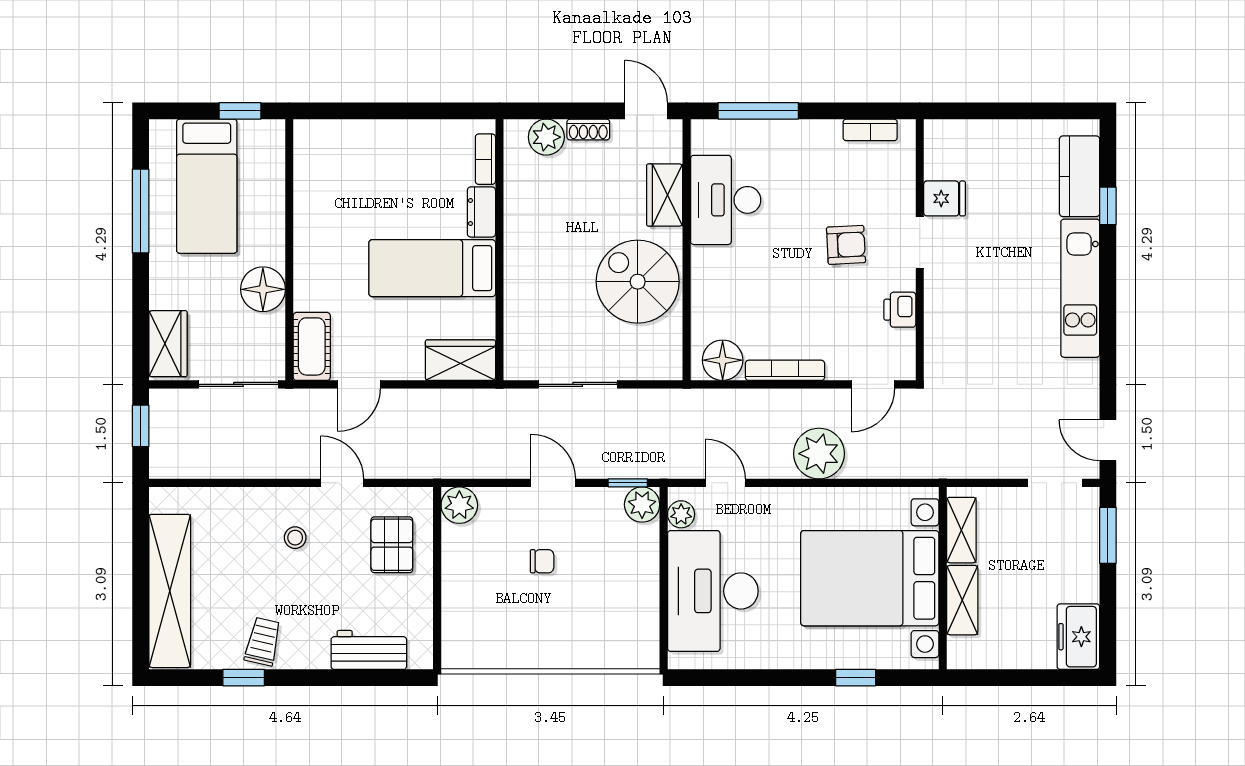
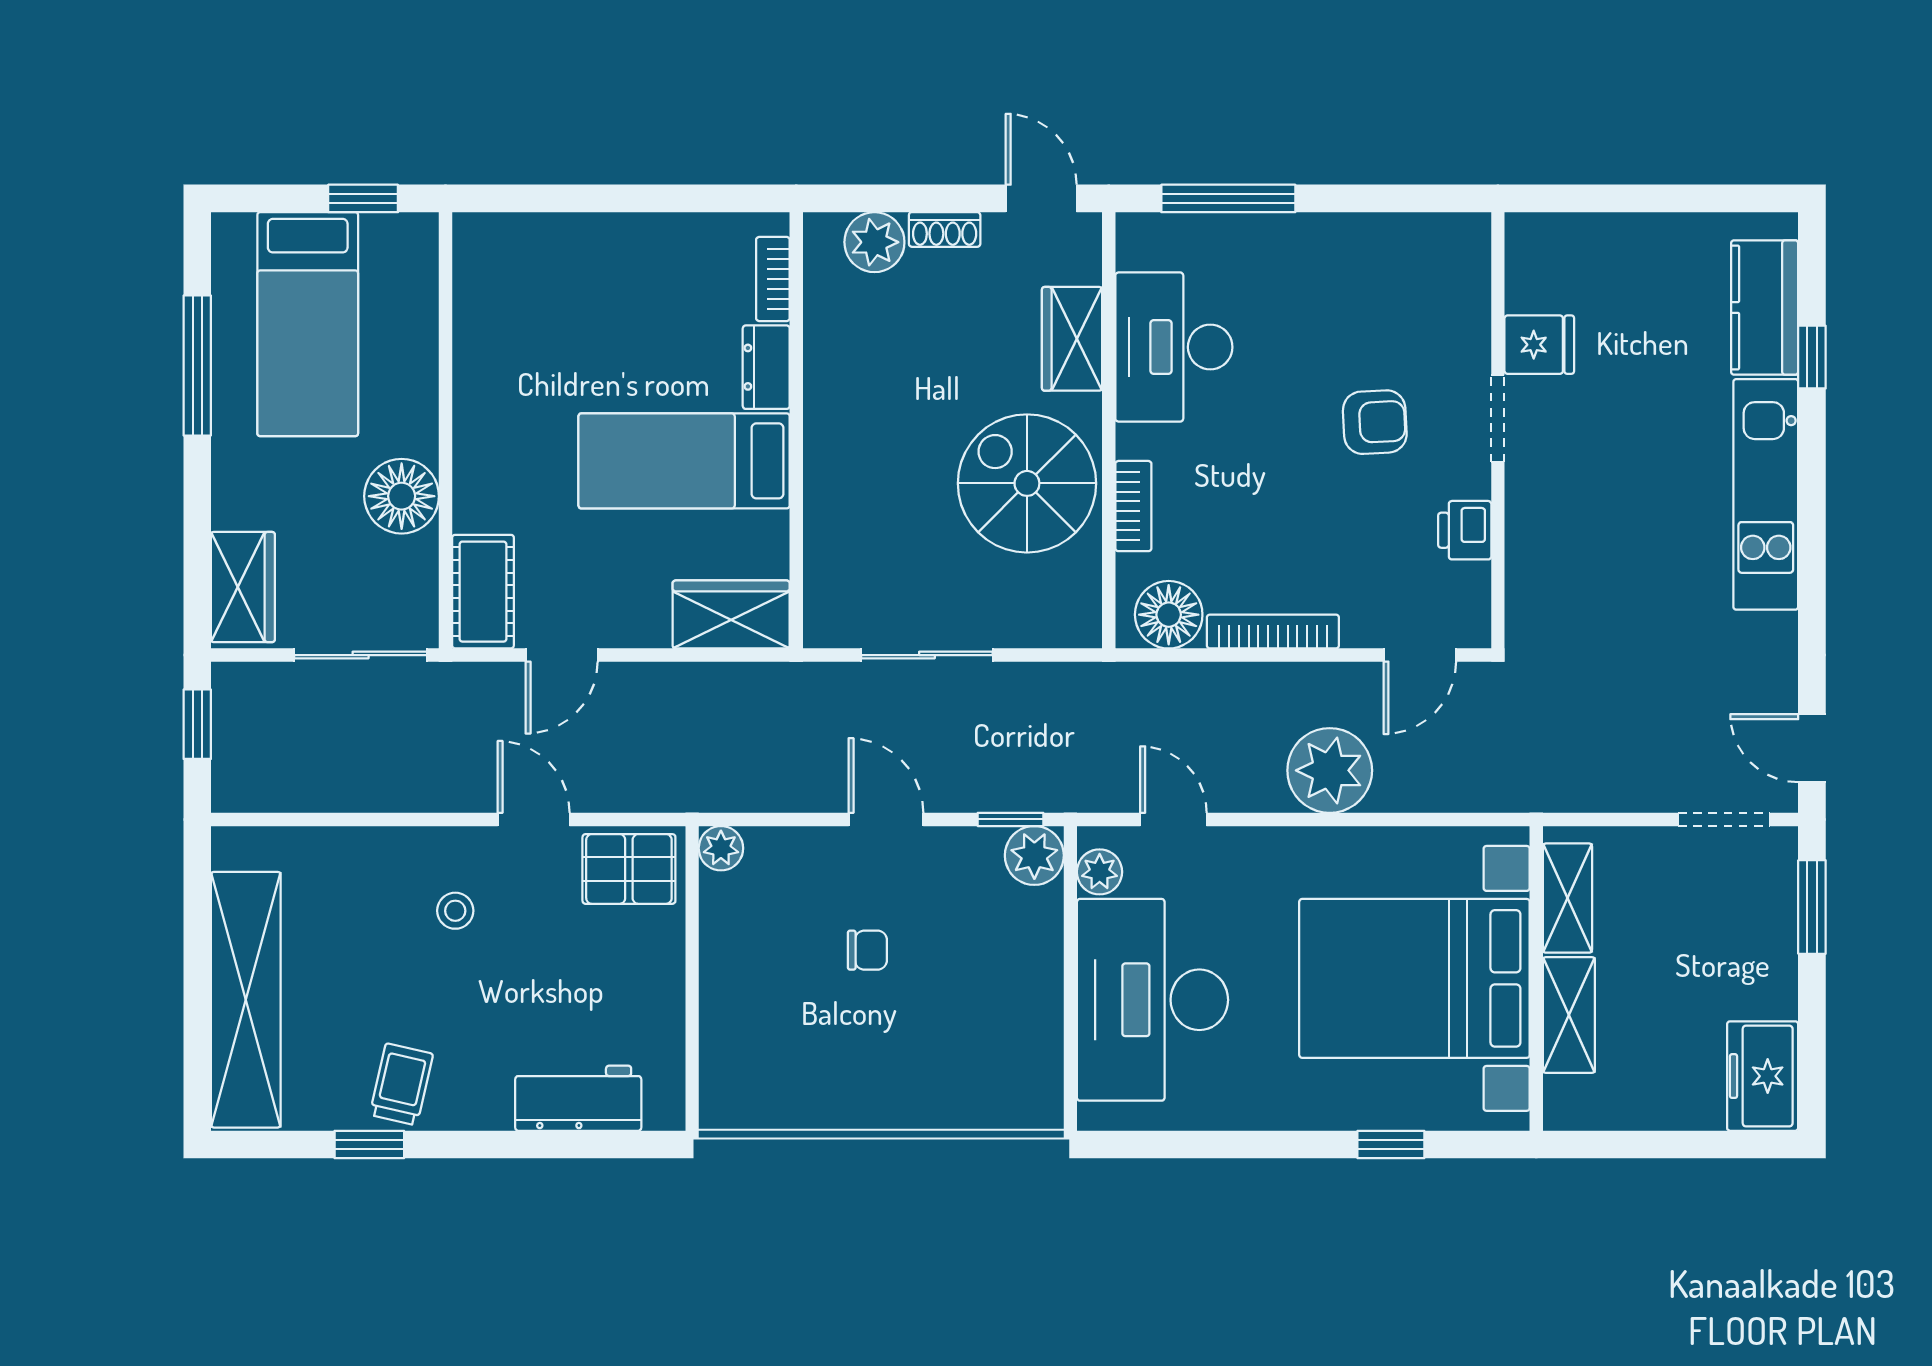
bookcase: (870, 130) -> (1133, 506), moved, turned -90
plant: (459, 505) -> (721, 848), width x0.73, depth x0.73
pallet: (392, 545) -> (629, 869), moved, turned 90

